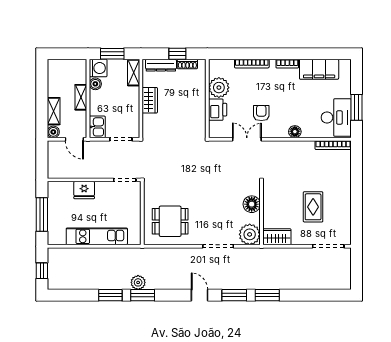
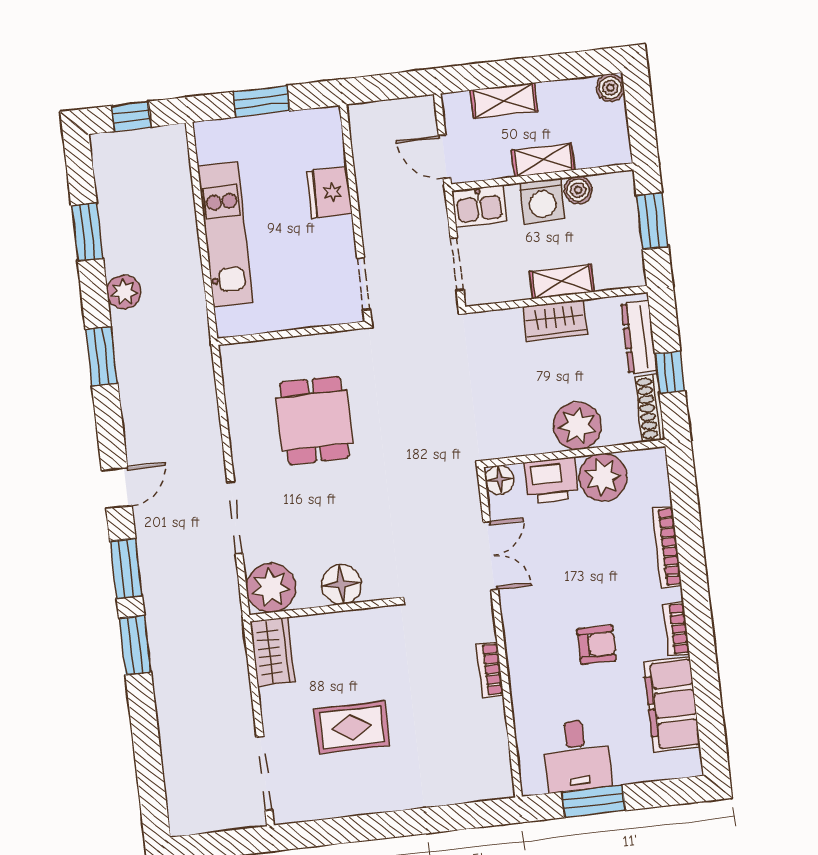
shoe rack: (187, 64) -> (650, 408), width x1.43
washing machine: (98, 68) -> (542, 201), moved
shelving: (134, 73) -> (562, 282), moved
plant: (196, 96) -> (577, 426), added
armchair: (261, 113) -> (597, 645), moved
desk: (336, 118) -> (577, 756), width x0.73
boiler: (53, 132) -> (610, 88), moved
floor lamp: (295, 132) -> (499, 480), moved
door: (74, 139) -> (444, 156), hinge flipped
bookcase: (333, 145) -> (490, 670), moved, width x0.64
window: (42, 214) -> (261, 101), width x0.69
dining table: (170, 221) -> (314, 420), moved
plant: (138, 282) -> (124, 292), moved
window: (110, 295) -> (87, 232), moved

